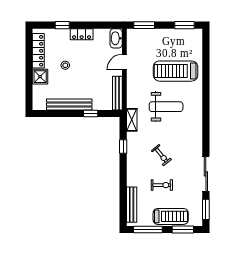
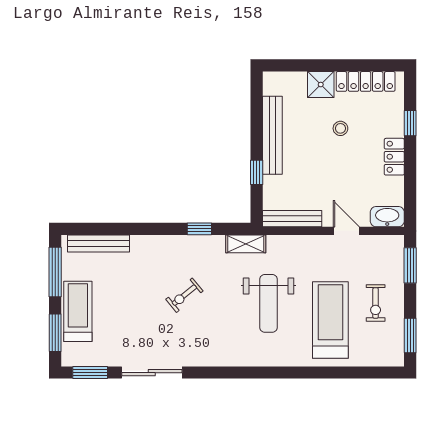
exercise bike: (162, 185) -> (376, 303), moved
treadmill: (171, 216) -> (78, 311), turned 180

